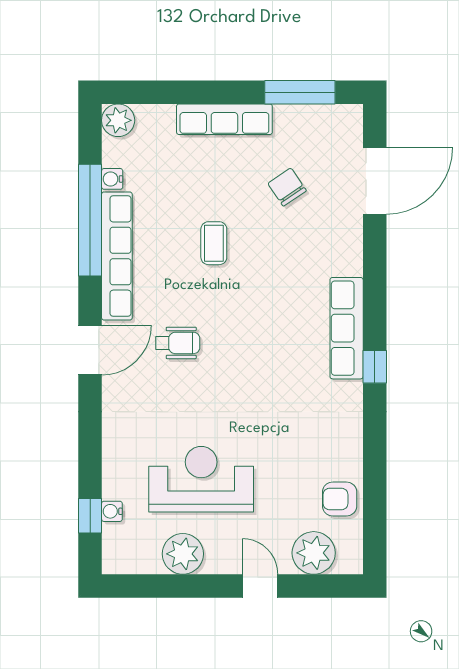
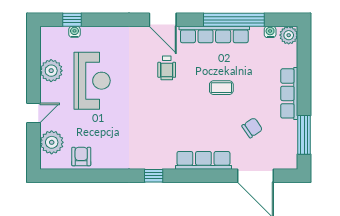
water cooler: (112, 179) -> (270, 32), moved
row of seats: (347, 328) -> (203, 160), moved

